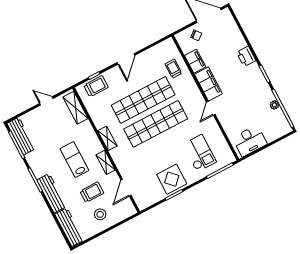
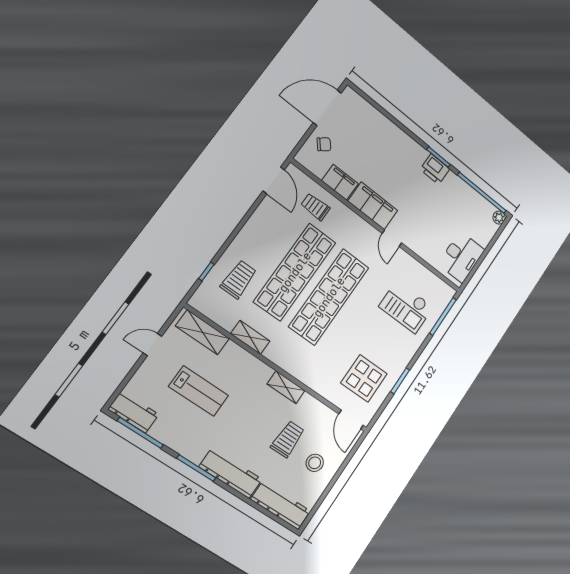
printer: (246, 56) -> (435, 169), moved
door: (126, 59) -> (274, 180), moved
trolley: (96, 86) -> (239, 279), moved
plant: (274, 105) -> (499, 218), moved
workbench: (21, 136) -> (133, 412), width x0.73
shelving: (107, 138) -> (250, 337), moved
checkout: (199, 153) -> (406, 307), turned 180
lab bench: (74, 160) -> (199, 391), moved, turned 180
display table: (172, 179) -> (364, 378), moved
door: (126, 188) -> (351, 420), moved

